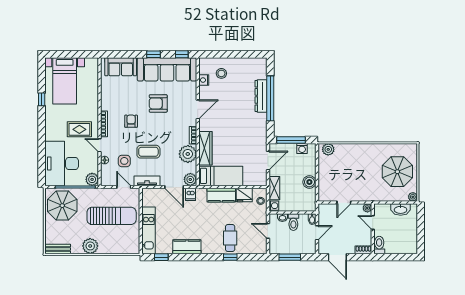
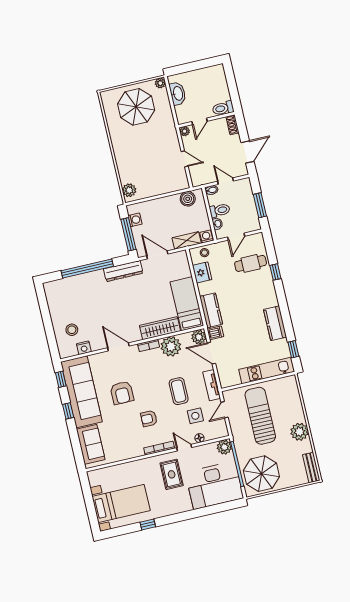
dresser: (261, 96) -> (123, 271), moved
door: (100, 145) -> (184, 448), swing flipped
boiler: (309, 182) -> (188, 199), moved
door: (174, 187) -> (211, 353), swing flipped
kitchen counter: (221, 195) -> (211, 310), moved
cafe table: (230, 238) -> (251, 263), moved

